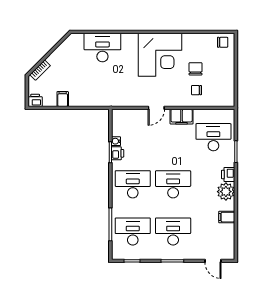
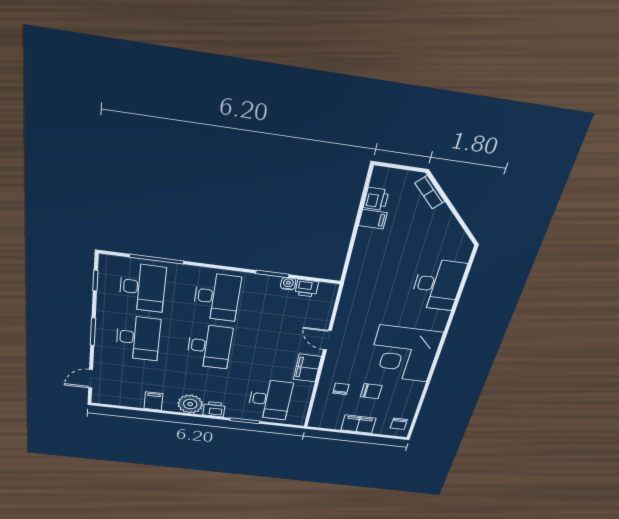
filing cabinet: (227, 71) -> (358, 424), added
printer: (35, 100) -> (376, 199), moved
printer: (118, 153) -> (307, 288), moved

